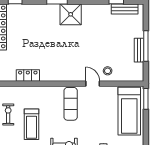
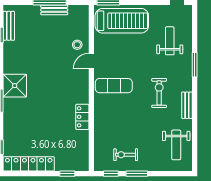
locker: (28, 75) -> (82, 117), moved
treadmill: (32, 124) -> (136, 129), removed

